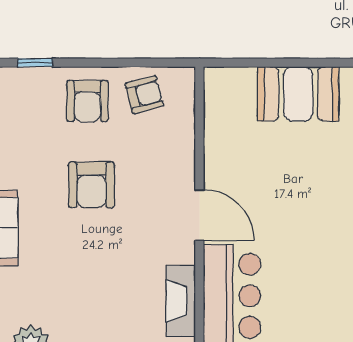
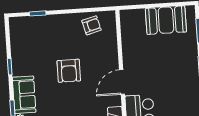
armchair: (87, 101) -> (64, 30), removed
door: (199, 215) -> (122, 82), swing flipped

